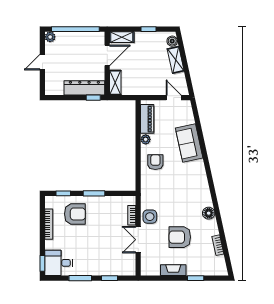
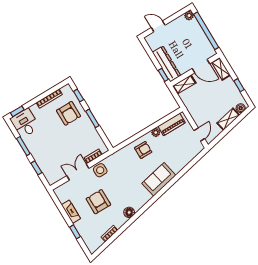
door: (42, 62) -> (158, 26), moved
sofa: (189, 143) -> (159, 179), moved

